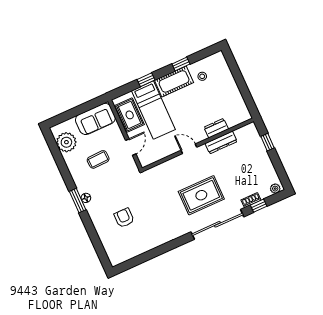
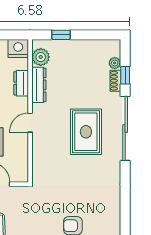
nightstand: (242, 114) -> (18, 48), added
plant: (243, 134) -> (41, 57), added
plant: (275, 189) -> (115, 63), moved

